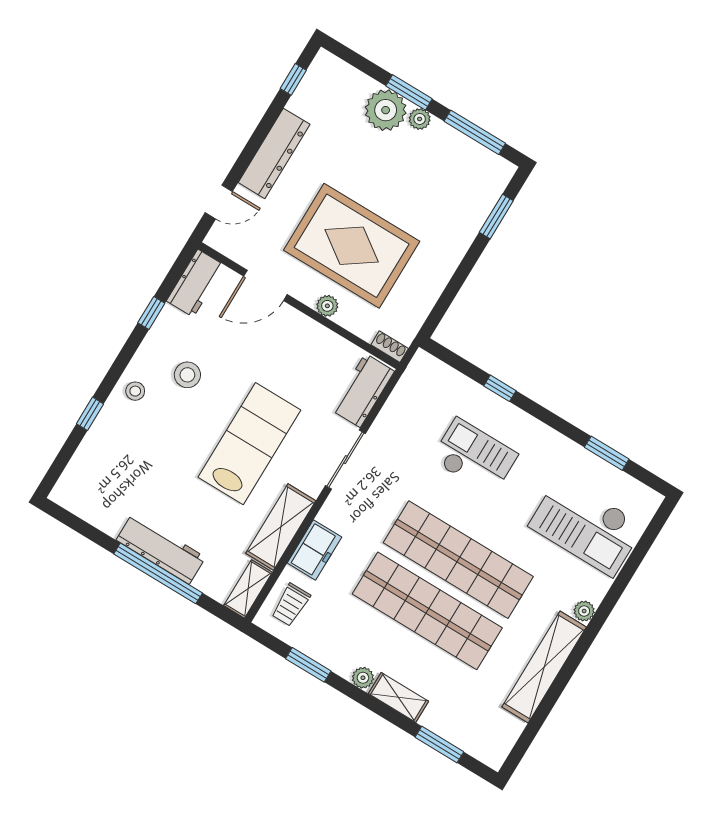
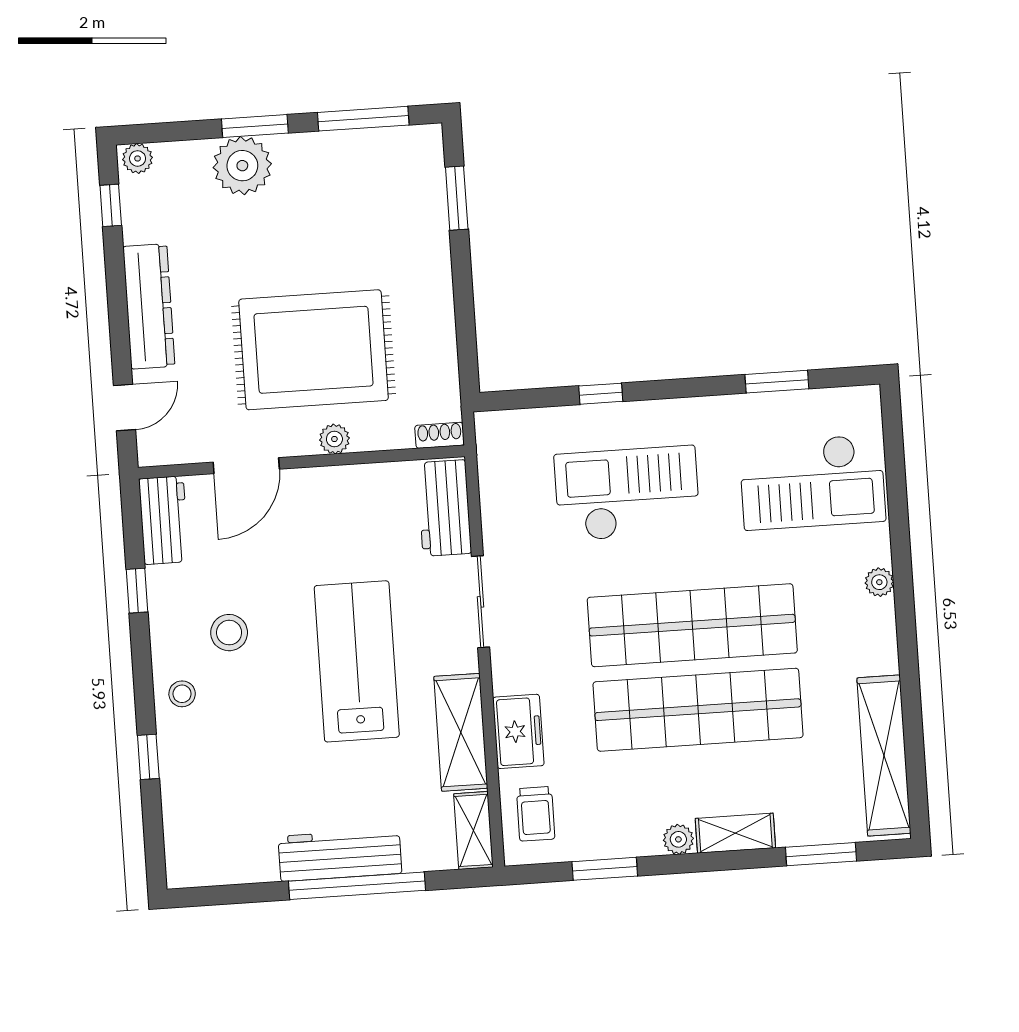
plant: (420, 119) -> (138, 158), moved
checkout: (474, 457) -> (627, 494), width x1.36, depth x1.21
shelving: (544, 667) -> (884, 756), moved

